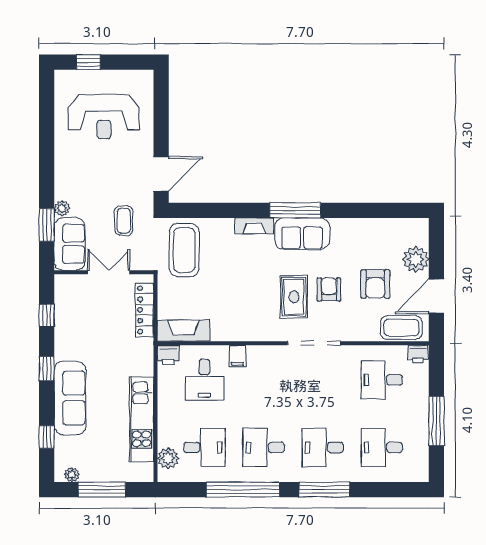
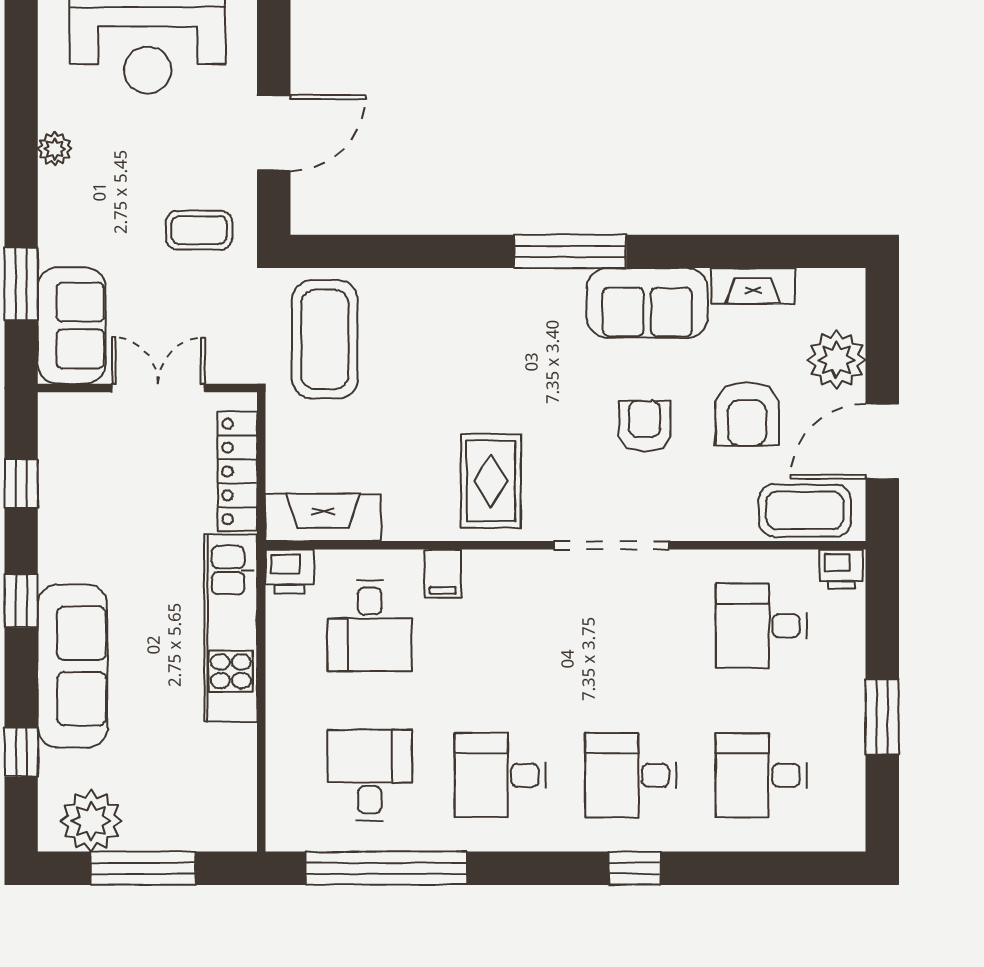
door: (161, 174) -> (274, 133), moved
plant: (62, 208) -> (55, 149), moved
coffee table: (124, 221) -> (199, 230), moved, turned 90
fireplace: (254, 226) -> (753, 286), moved
sofa: (302, 234) -> (647, 303), moved
rug: (294, 297) -> (491, 481), moved
kitchen unit: (142, 419) -> (231, 628), moved
window: (436, 421) -> (882, 717), width x0.69
desk: (204, 447) -> (370, 775), turned -90
plant: (168, 458) -> (289, 799), removed
plant: (72, 475) -> (91, 821), width x1.87, depth x1.87
window: (243, 490) -> (386, 868), moved
window: (324, 490) -> (635, 868), width x0.46

